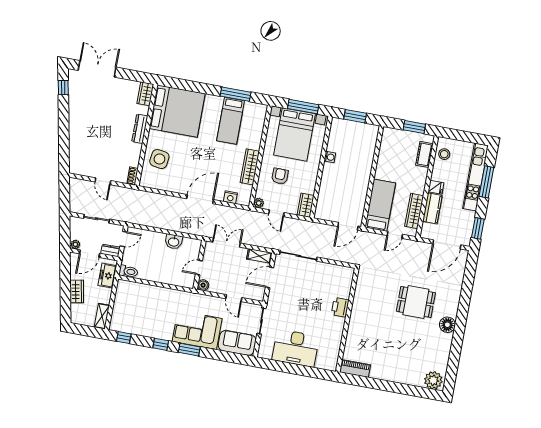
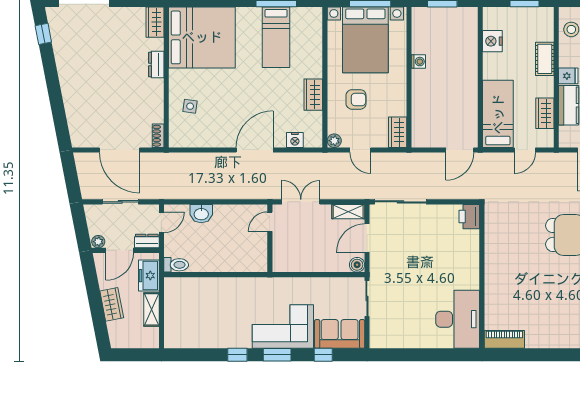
dresser: (140, 129) -> (156, 65), width x0.70
nightstand: (386, 152) -> (492, 41), added
cot: (424, 154) -> (545, 59), moved
side table: (159, 159) -> (190, 106), width x0.54, depth x0.54
wardrobe: (250, 167) -> (313, 95), width x0.67
armchair: (280, 176) -> (356, 99), turned 90
door: (103, 181) -> (120, 150), width x1.88
wardrobe: (414, 211) -> (545, 113), width x0.67
washbasin: (174, 242) -> (201, 214), moved
door: (199, 268) -> (270, 222), moved
boiler: (203, 285) -> (357, 265), moved
door: (234, 298) -> (324, 275), removed
printer: (340, 307) -> (469, 217), moved
shelving: (102, 316) -> (151, 309), moved
window: (124, 338) -> (323, 355), moved
desk: (296, 348) -> (458, 319), moved, turned -90

